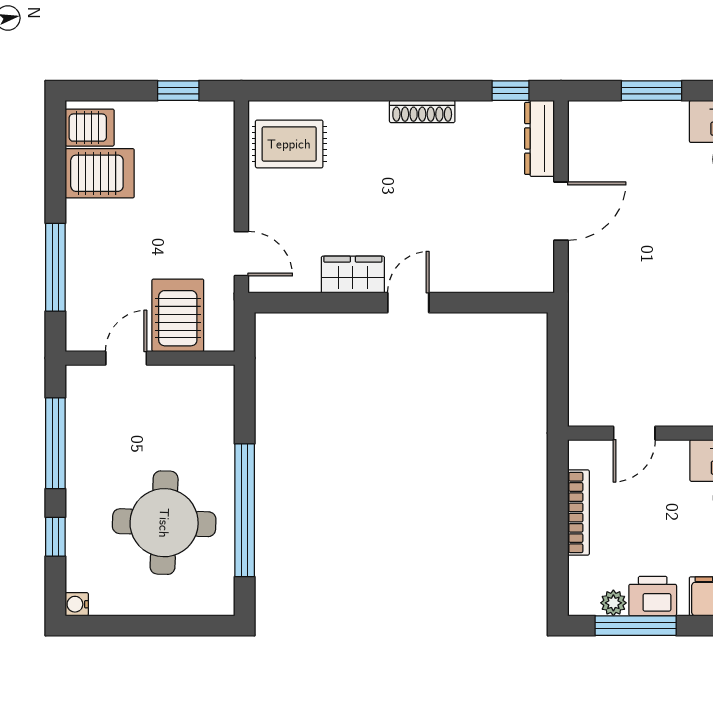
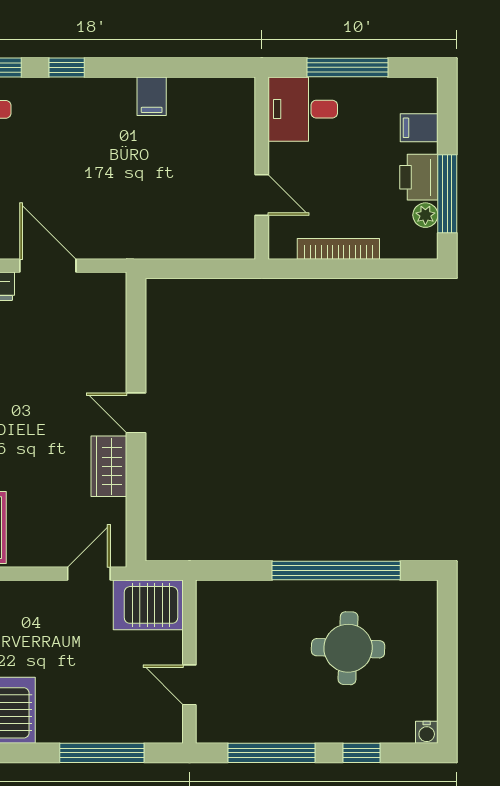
server rack: (178, 315) -> (148, 605), moved
round table: (164, 523) -> (348, 648), width x0.73, depth x0.73

